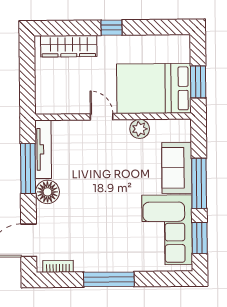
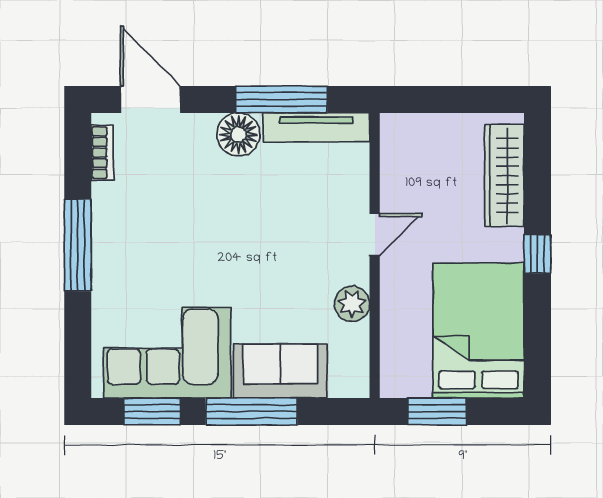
bed: (154, 89) -> (478, 331), moved

